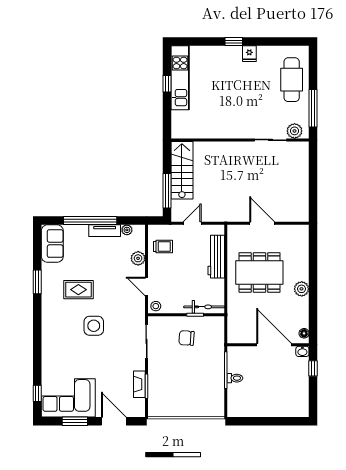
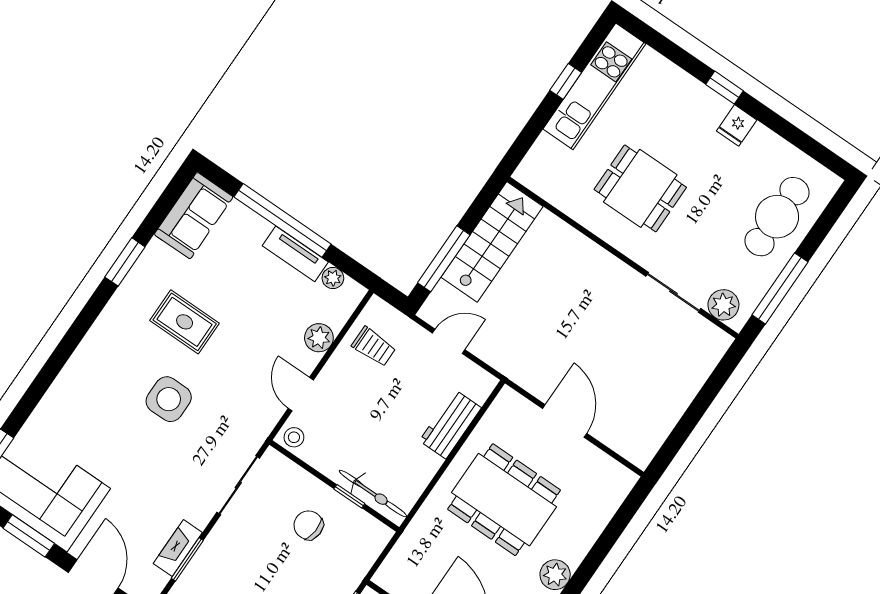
dining table: (228, 107) -> (640, 188), added
workbench: (216, 257) -> (450, 424), width x0.73

